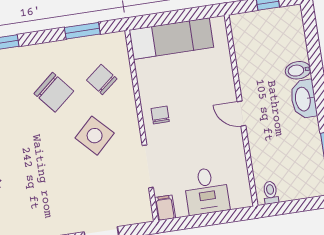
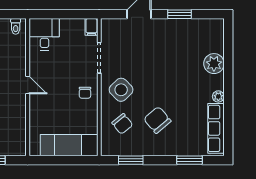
side table: (95, 136) -> (121, 90), moved
desk: (207, 191) -> (44, 34), moved

